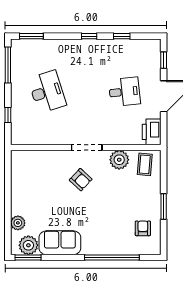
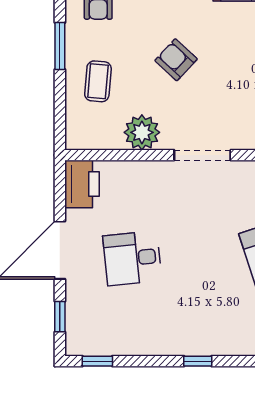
window: (122, 36) -> (97, 361), moved
coffee table: (145, 164) -> (98, 81), moved
armchair: (81, 180) -> (176, 60), moved

